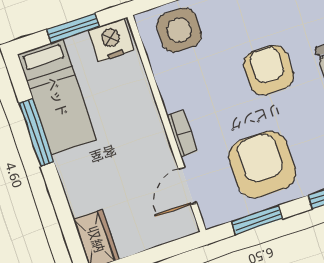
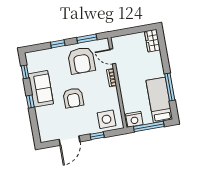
window: (73, 28) -> (149, 126), width x1.44
door: (188, 186) -> (113, 56), swing flipped

